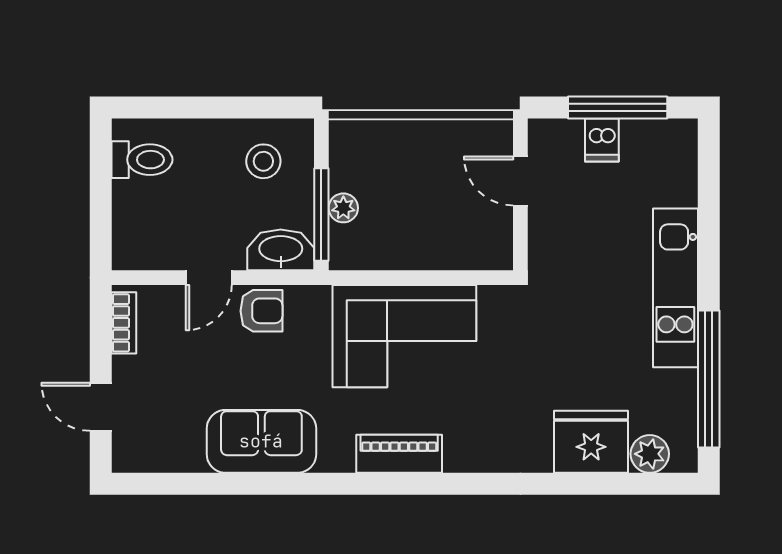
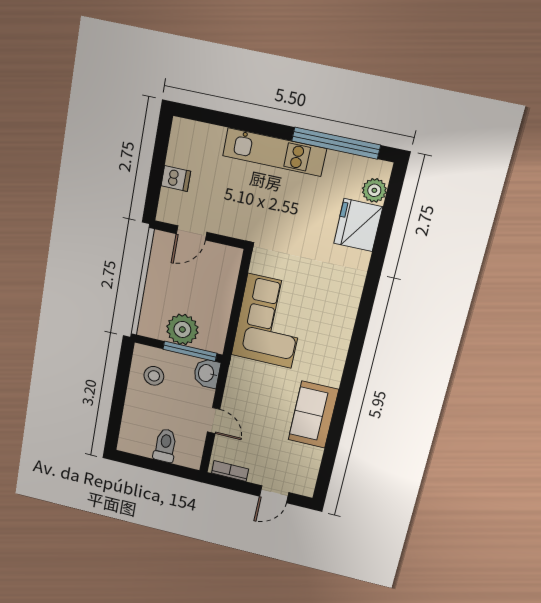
window: (618, 107) -> (158, 165), removed
toilet: (142, 160) -> (165, 445), moved
plant: (343, 208) -> (182, 329), width x1.88, depth x1.88
washbasin: (281, 250) -> (207, 373), width x0.72
armchair: (261, 311) -> (238, 397), removed
piano: (399, 454) -> (339, 340), removed

